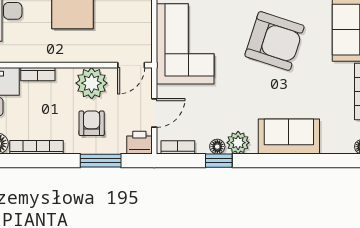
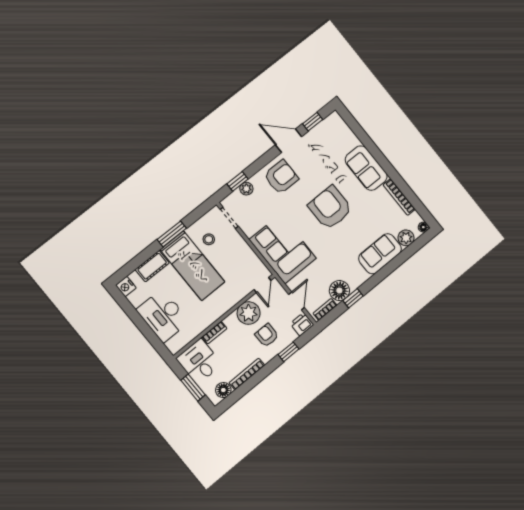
armchair: (274, 41) -> (330, 208), turned -108
plant: (238, 143) -> (406, 238), moved
floor lamp: (217, 147) -> (339, 291), width x1.89, depth x1.89
window: (101, 161) -> (289, 352), width x0.67

